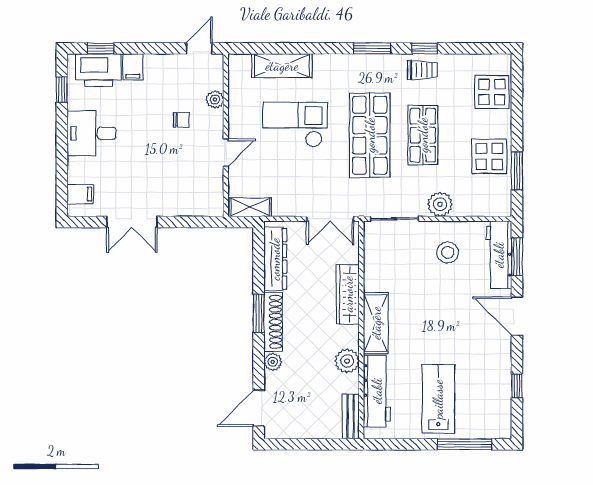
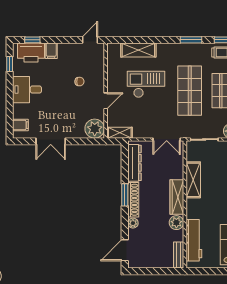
plant: (215, 100) -> (95, 129), moved, width x1.87, depth x1.87
wardrobe: (348, 294) -> (177, 197), moved
shelving: (376, 323) -> (193, 180), moved

